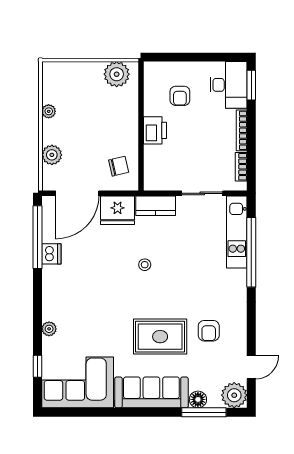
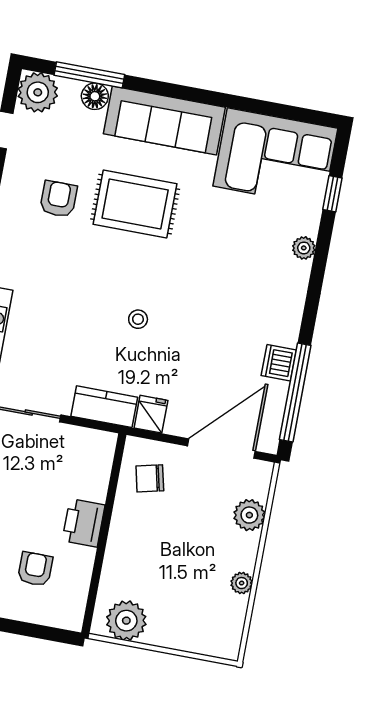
fridge: (118, 210) -> (151, 414), width x0.53, depth x0.75

